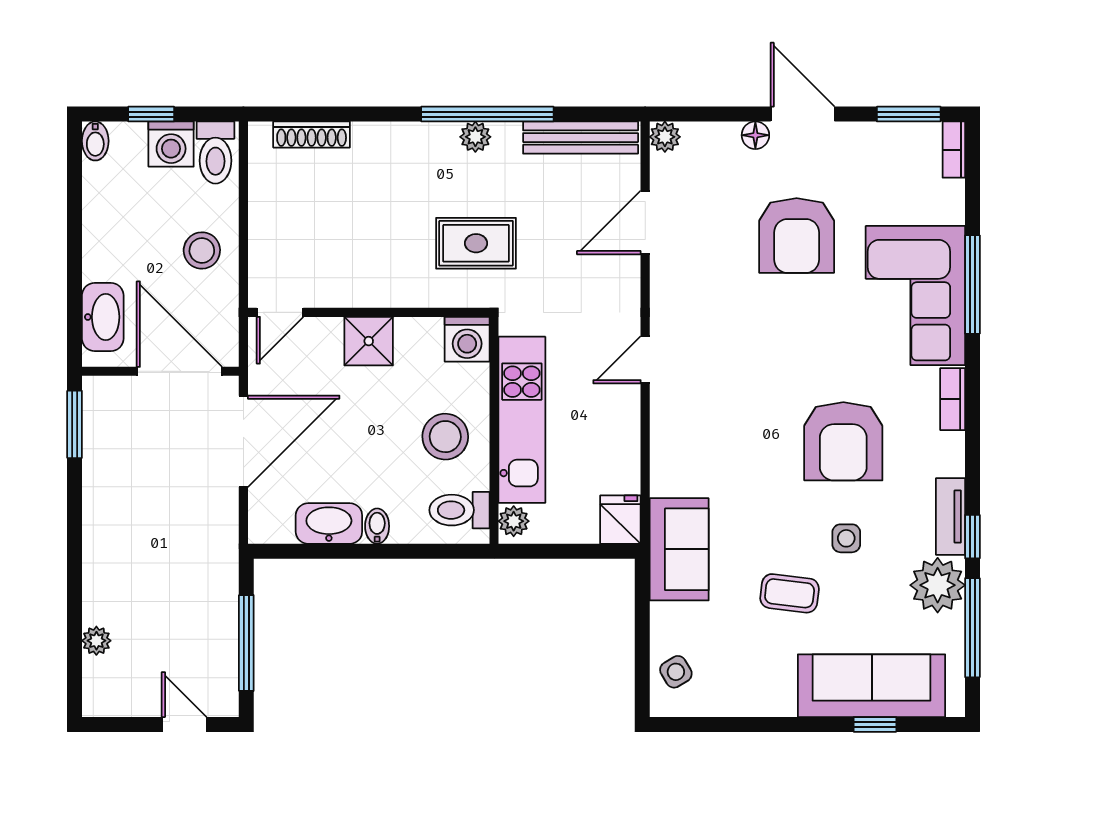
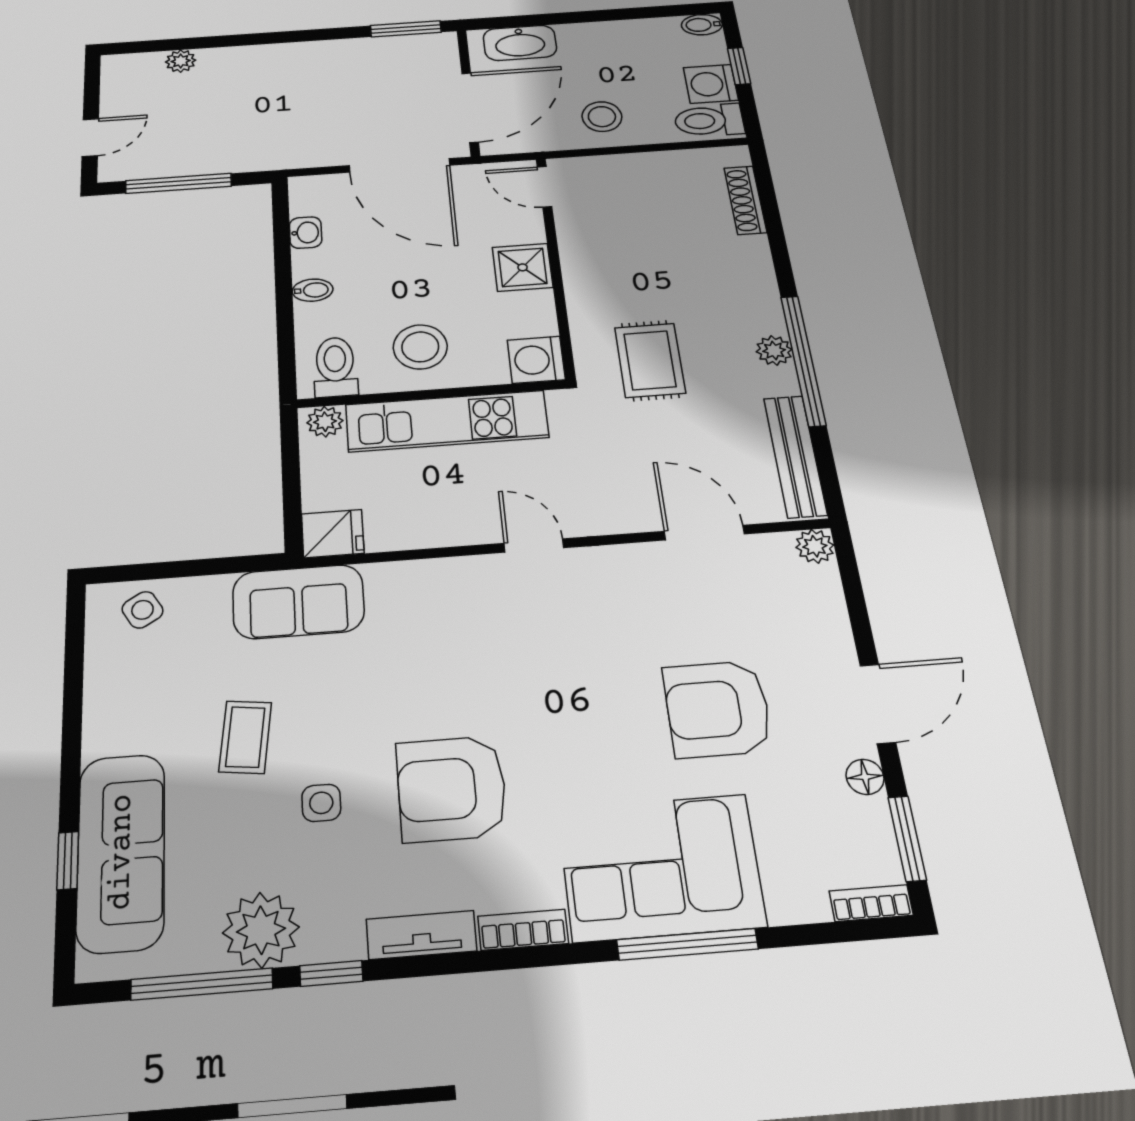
floor lamp: (755, 135) -> (865, 777), moved
tv unit: (950, 516) -> (421, 935), moved
washbasin: (329, 524) -> (306, 233), width x0.52, depth x0.69

